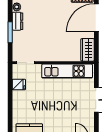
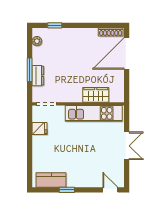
dresser: (18, 21) -> (38, 76), moved
wardrobe: (88, 50) -> (96, 95), moved, turned 90

